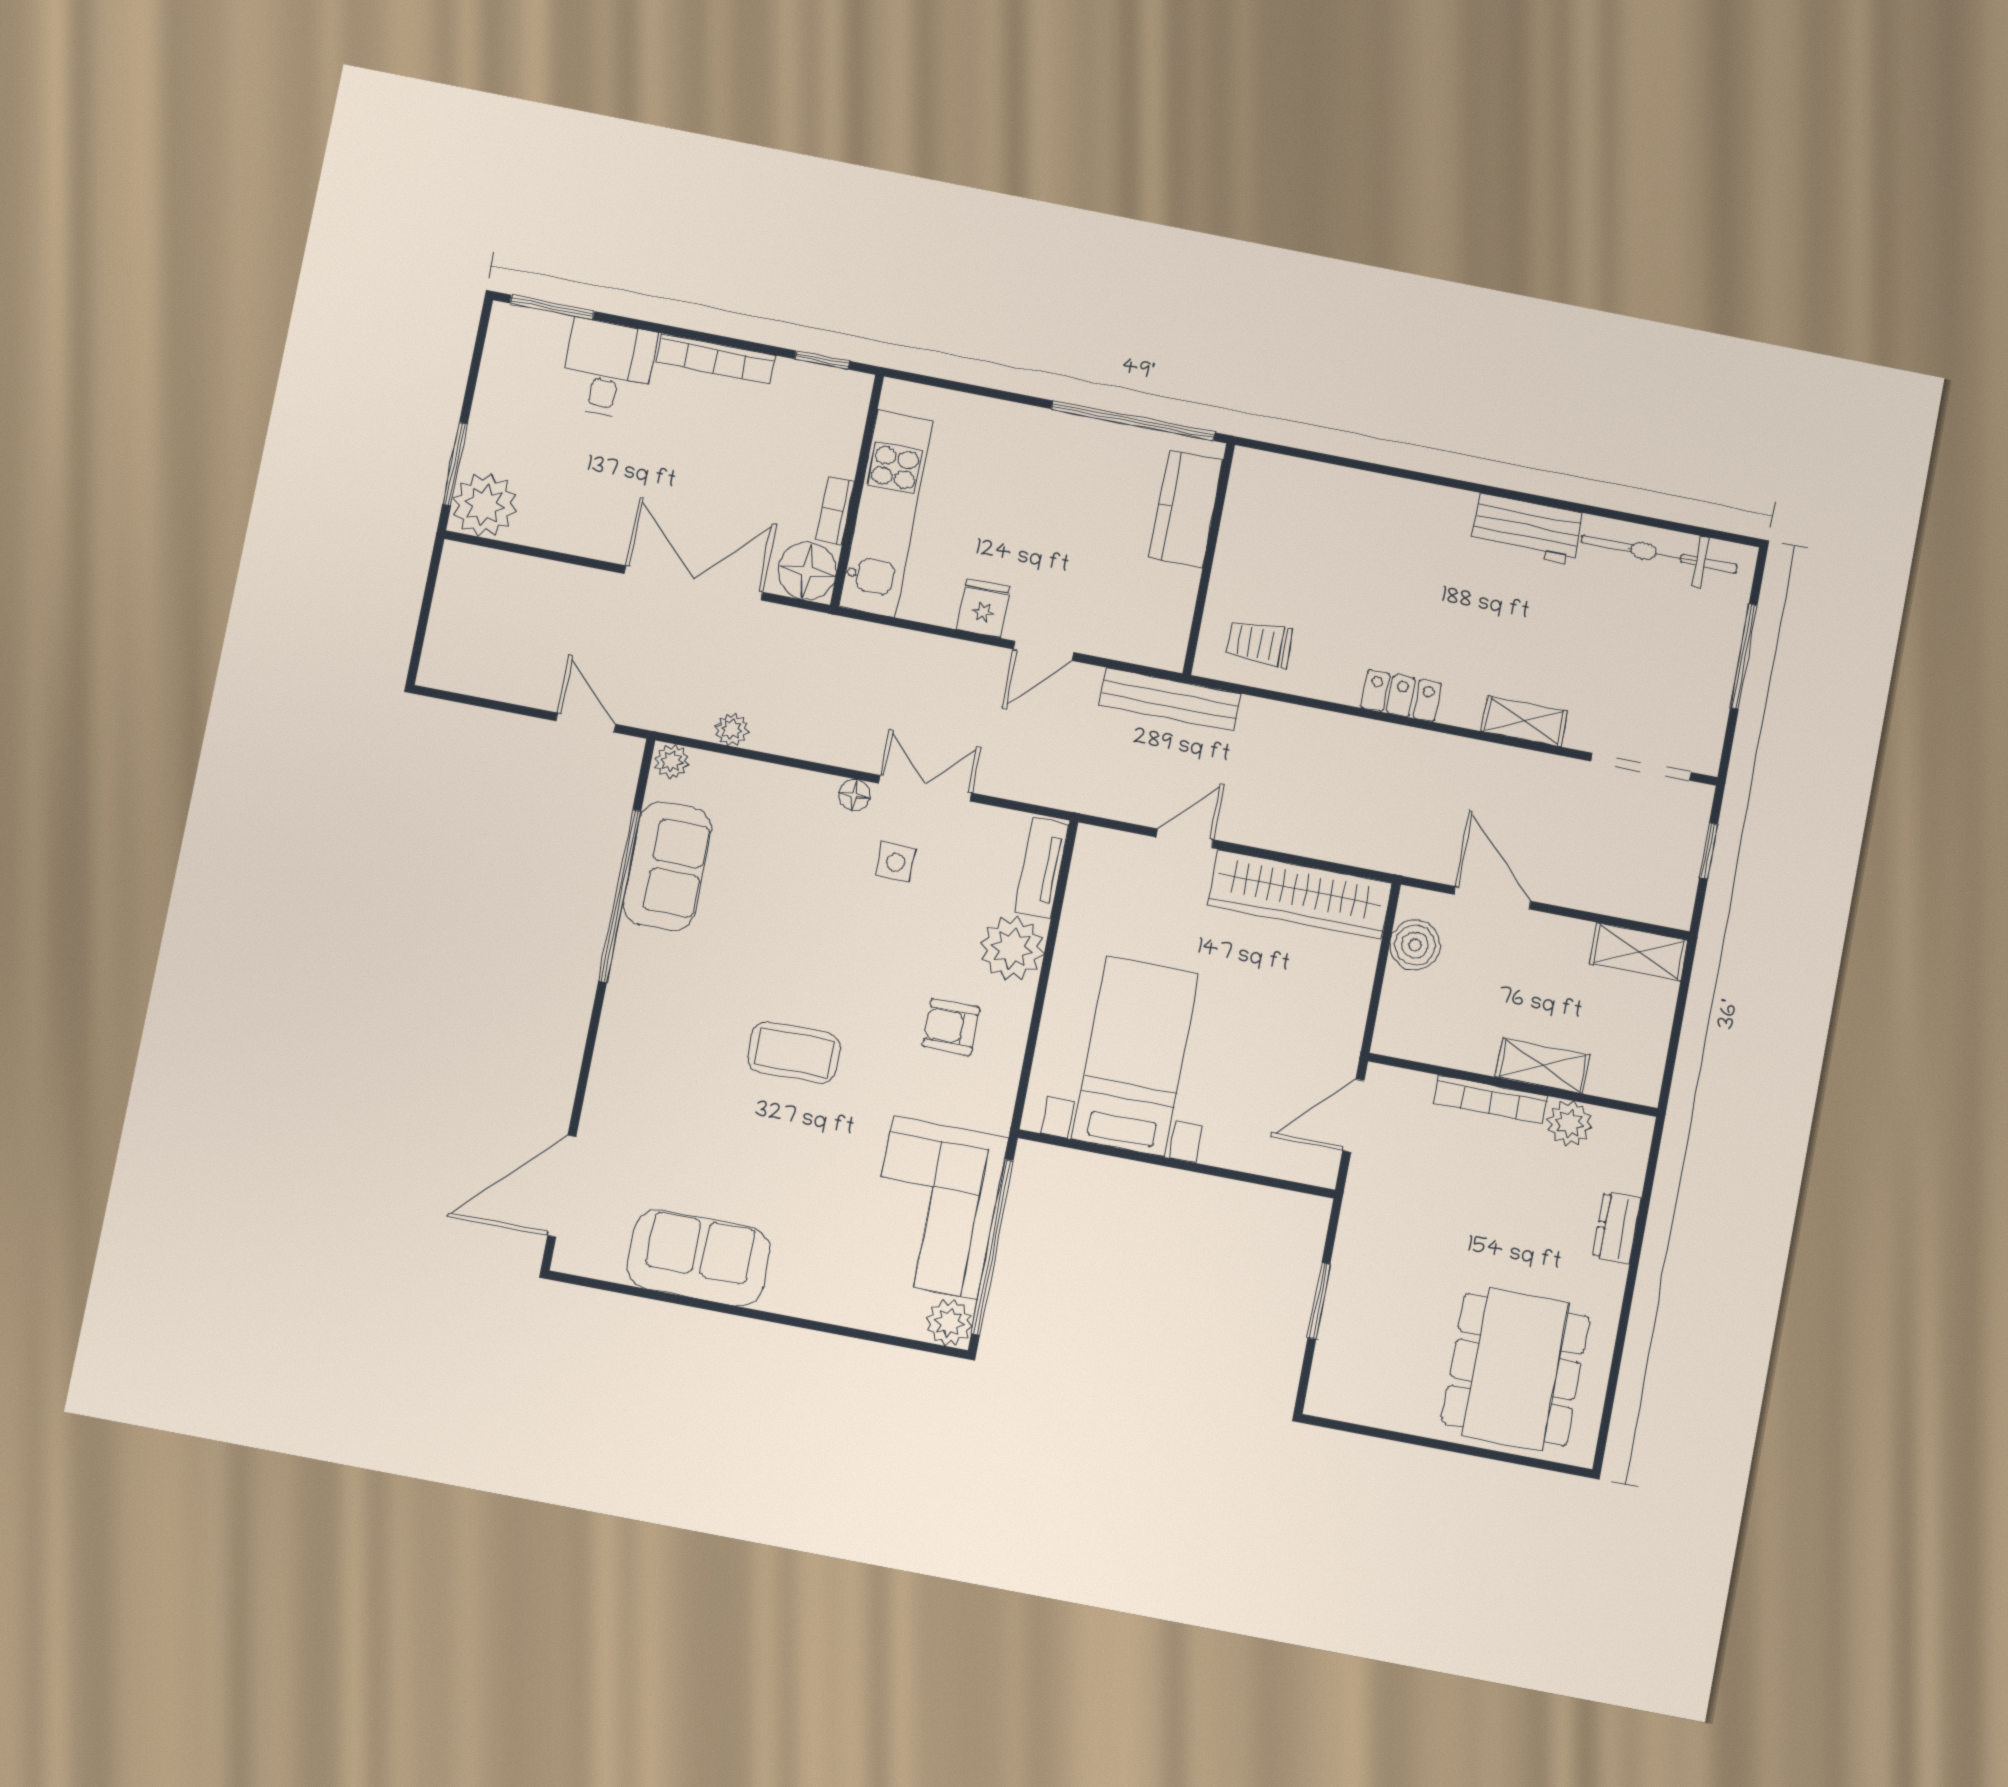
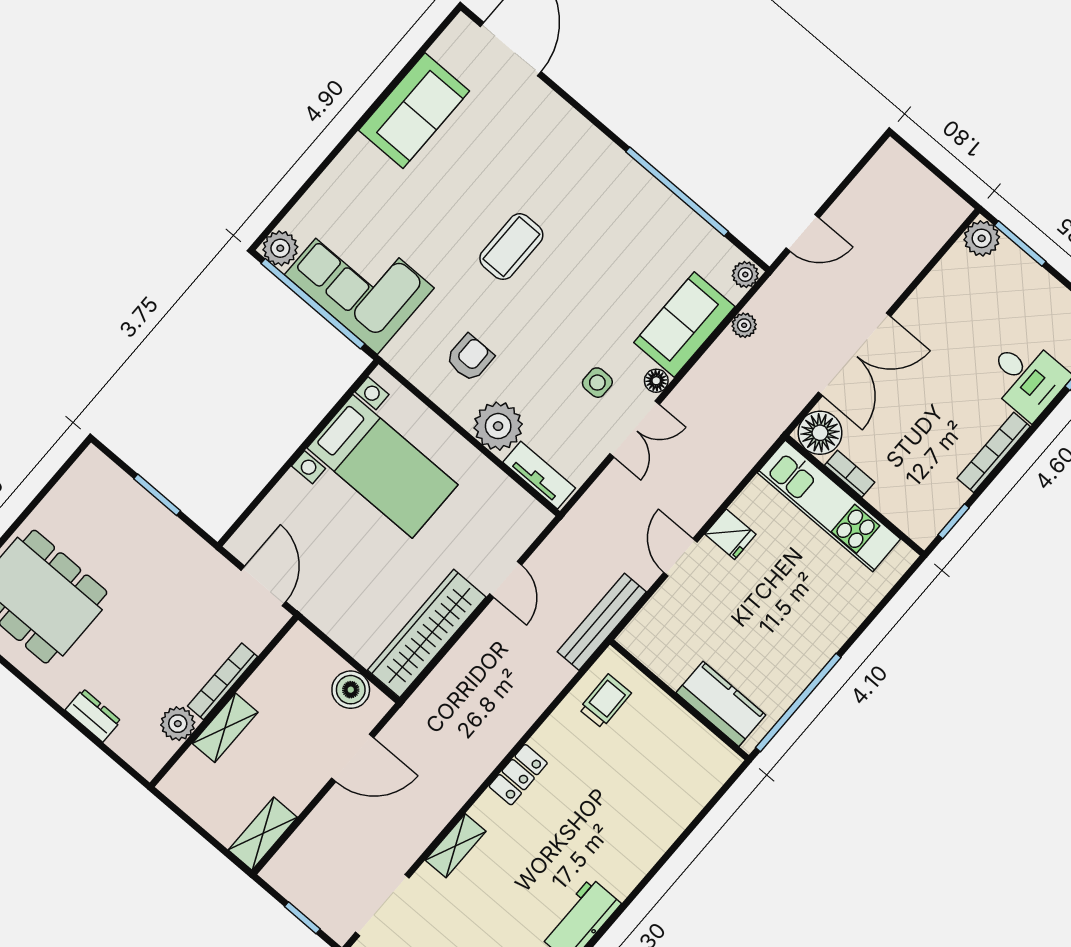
plant: (485, 505) -> (982, 238), width x0.73, depth x0.73
sofa: (667, 866) -> (684, 324), moved, turned 90

